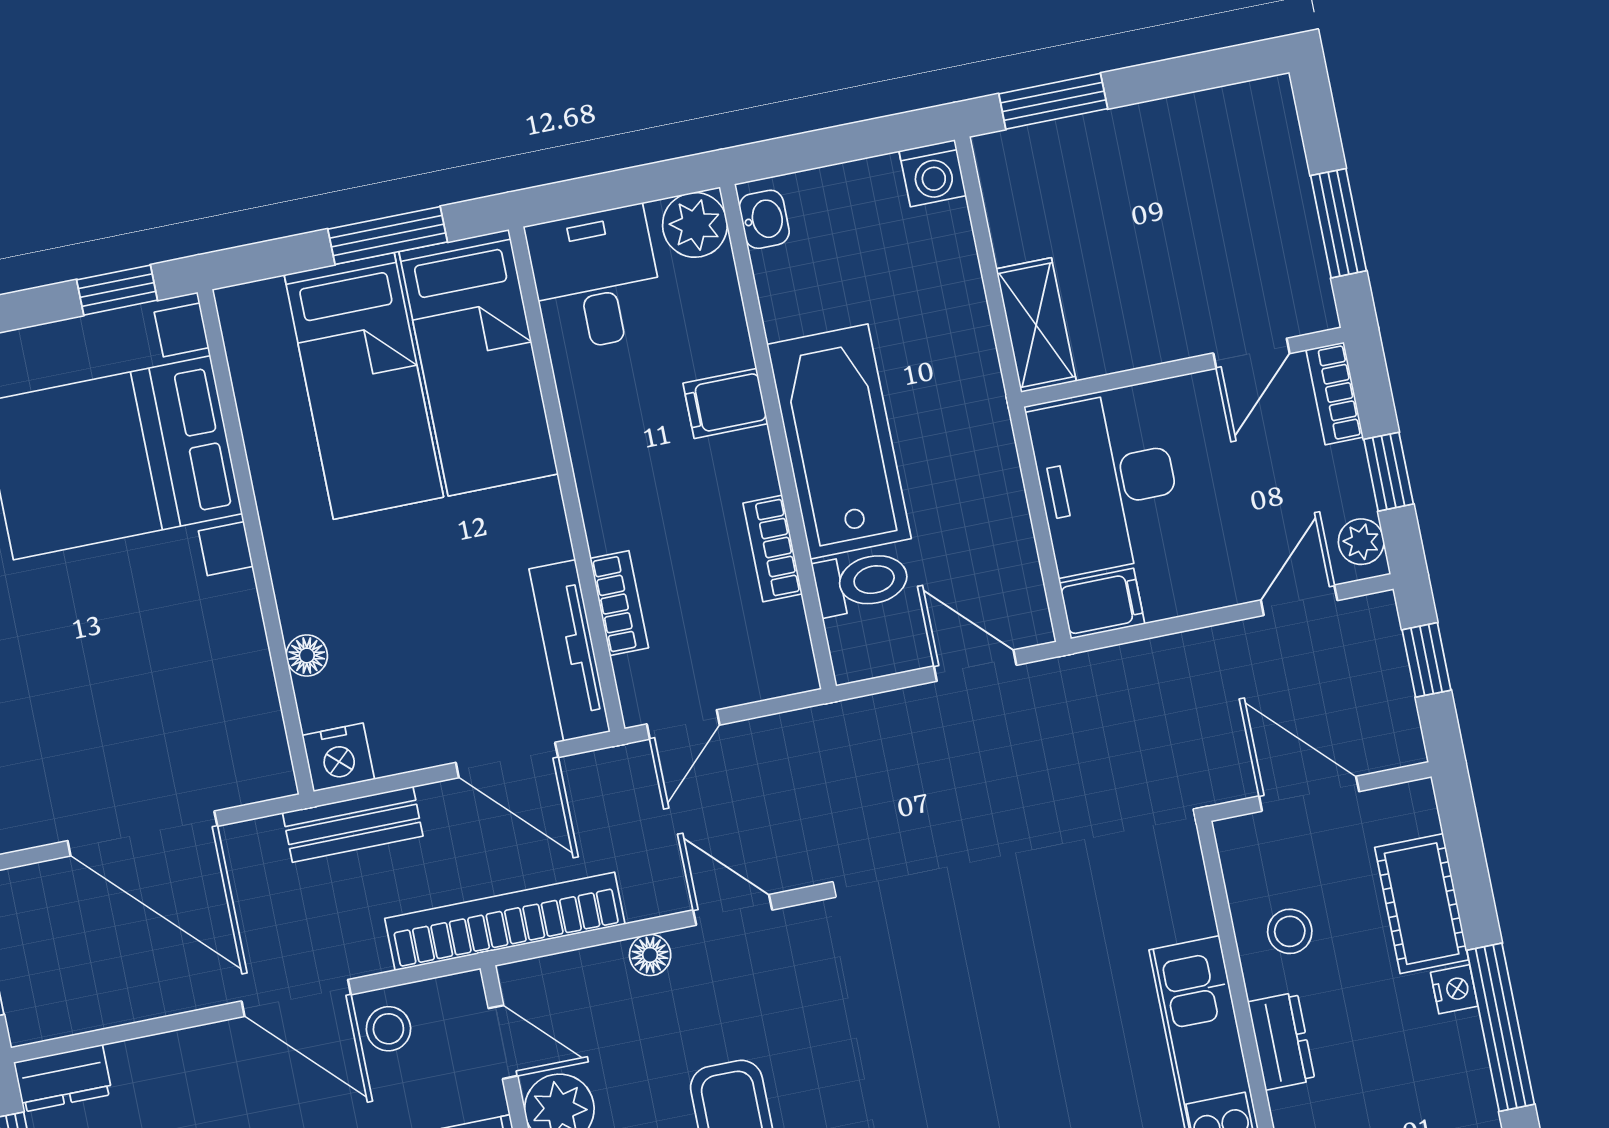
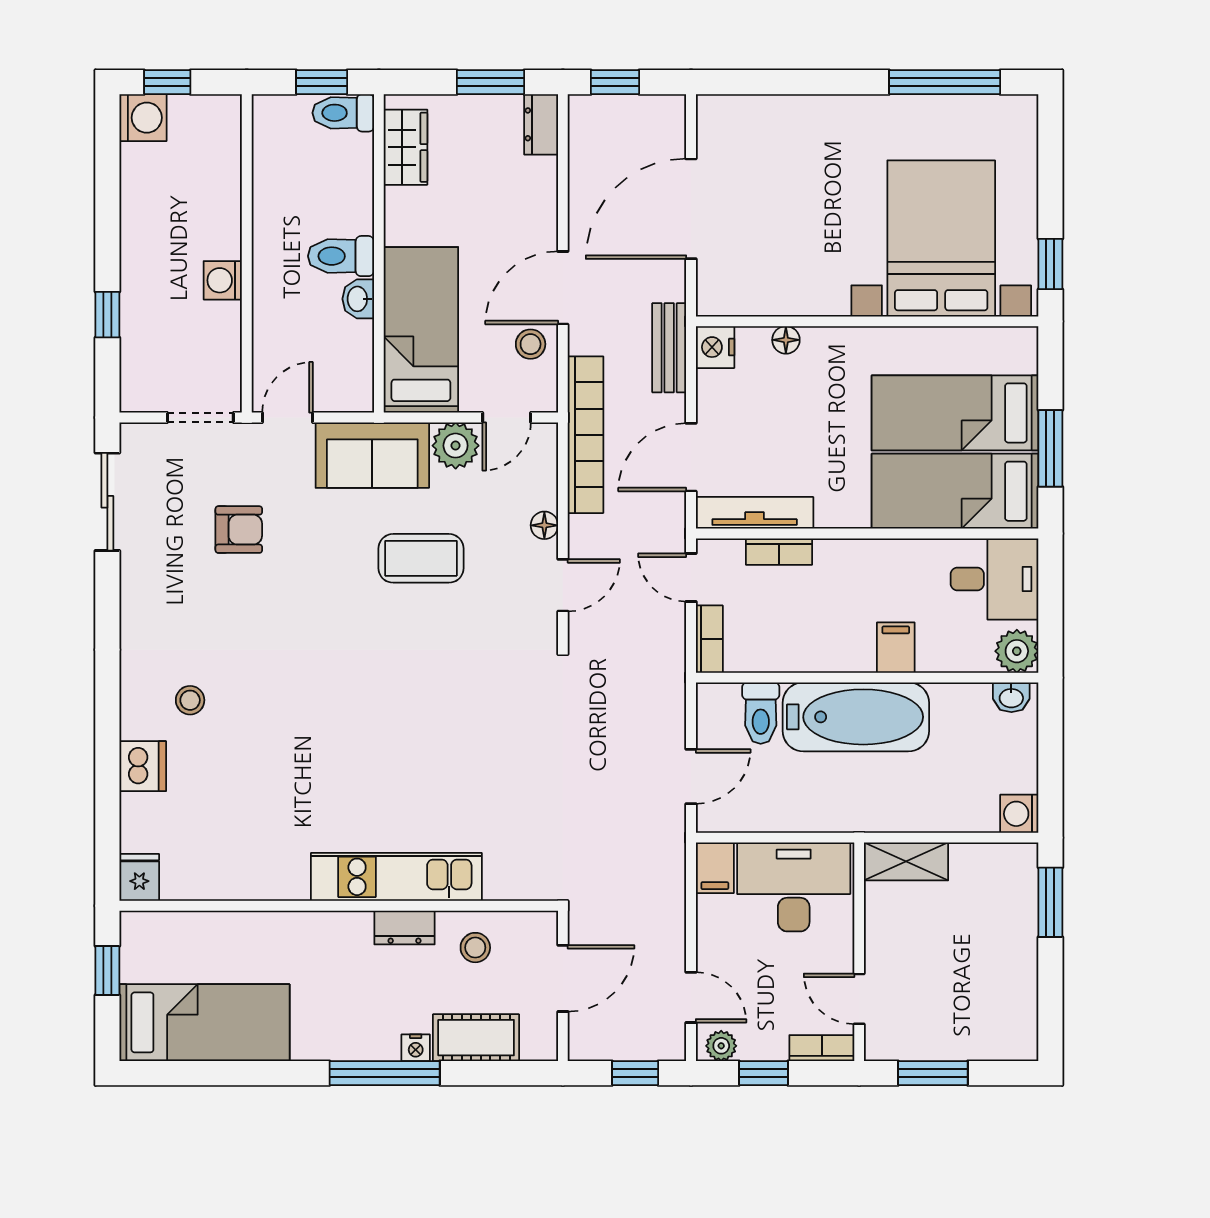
bookcase: (773, 548) -> (709, 639), moved, turned 90

